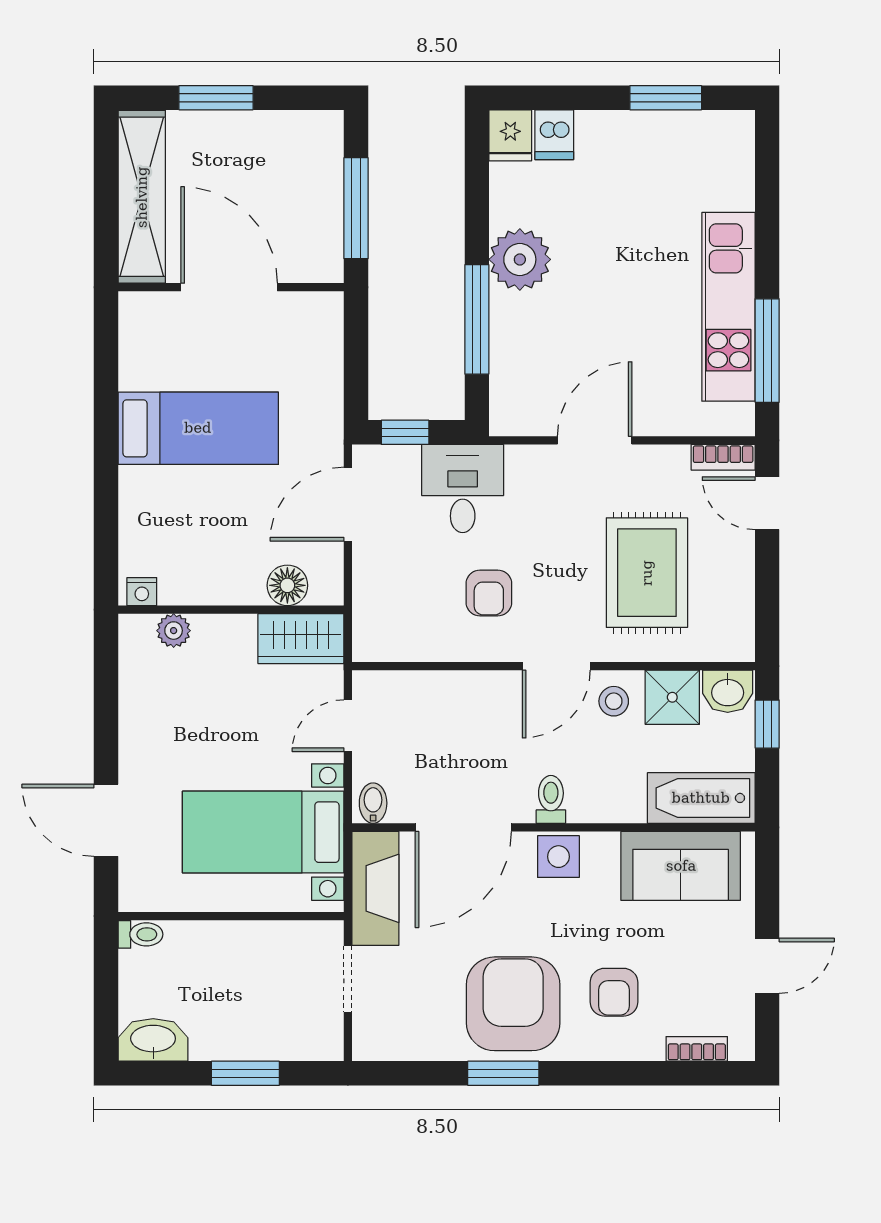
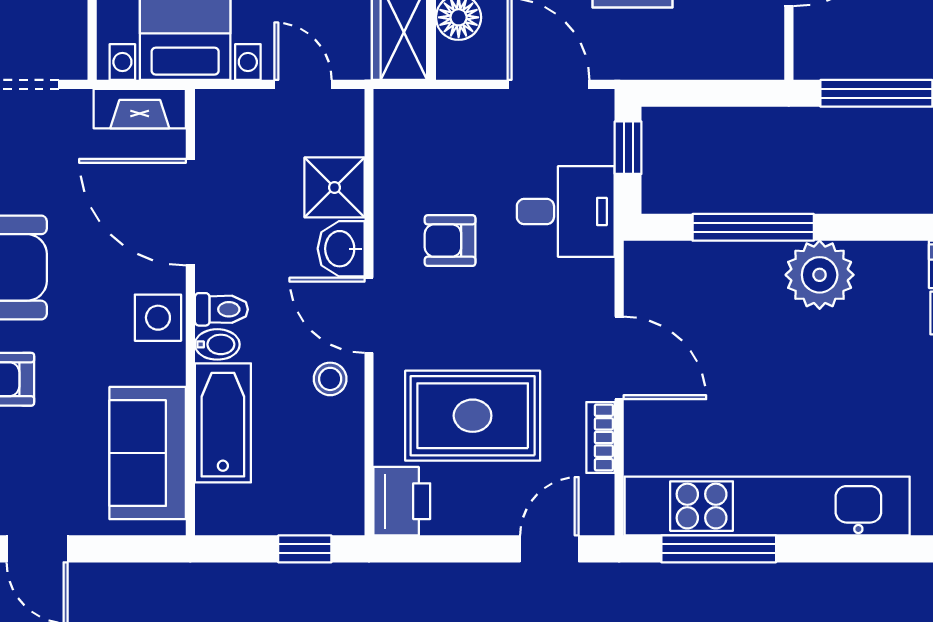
kitchen unit: (728, 307) -> (767, 506), width x1.36
bookcase: (723, 457) -> (600, 437), moved
printer: (724, 637) -> (402, 501), added
washbasin: (728, 691) -> (341, 249), moved
shower: (672, 697) -> (335, 187), moved
bathtub: (701, 798) -> (223, 423), moved
bidet: (373, 803) -> (217, 344), moved
fireplace: (375, 888) -> (140, 109), width x0.73, depth x0.76

